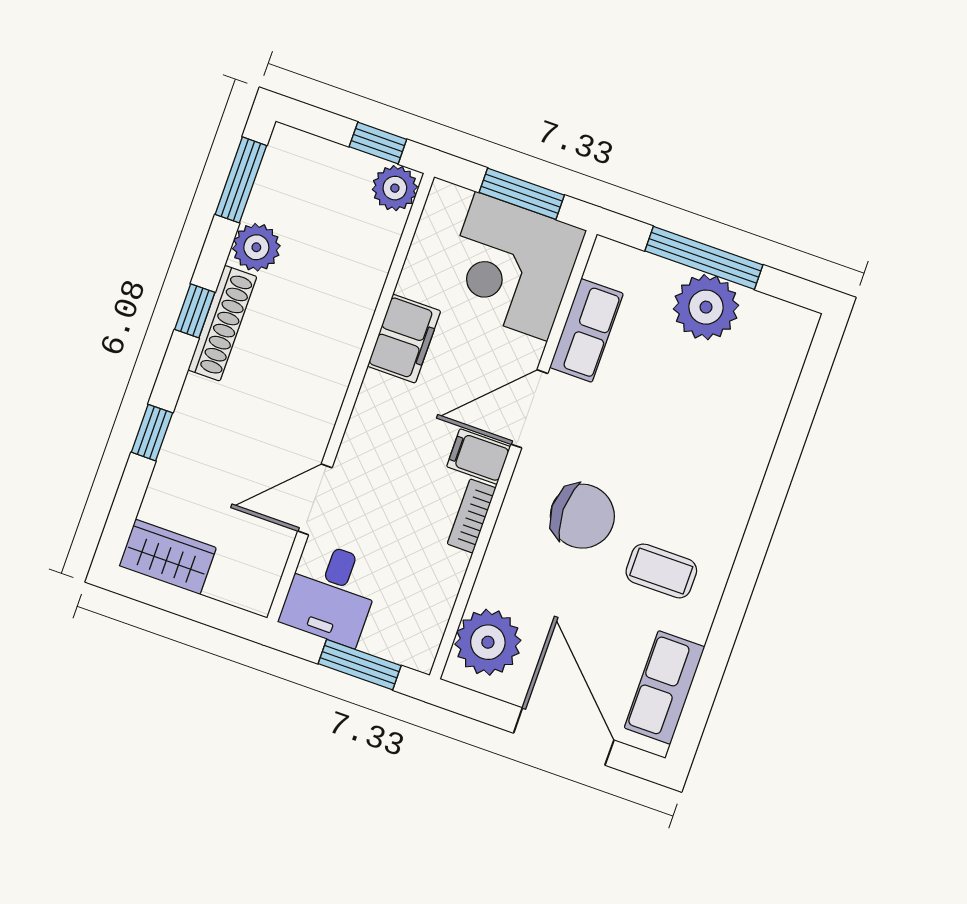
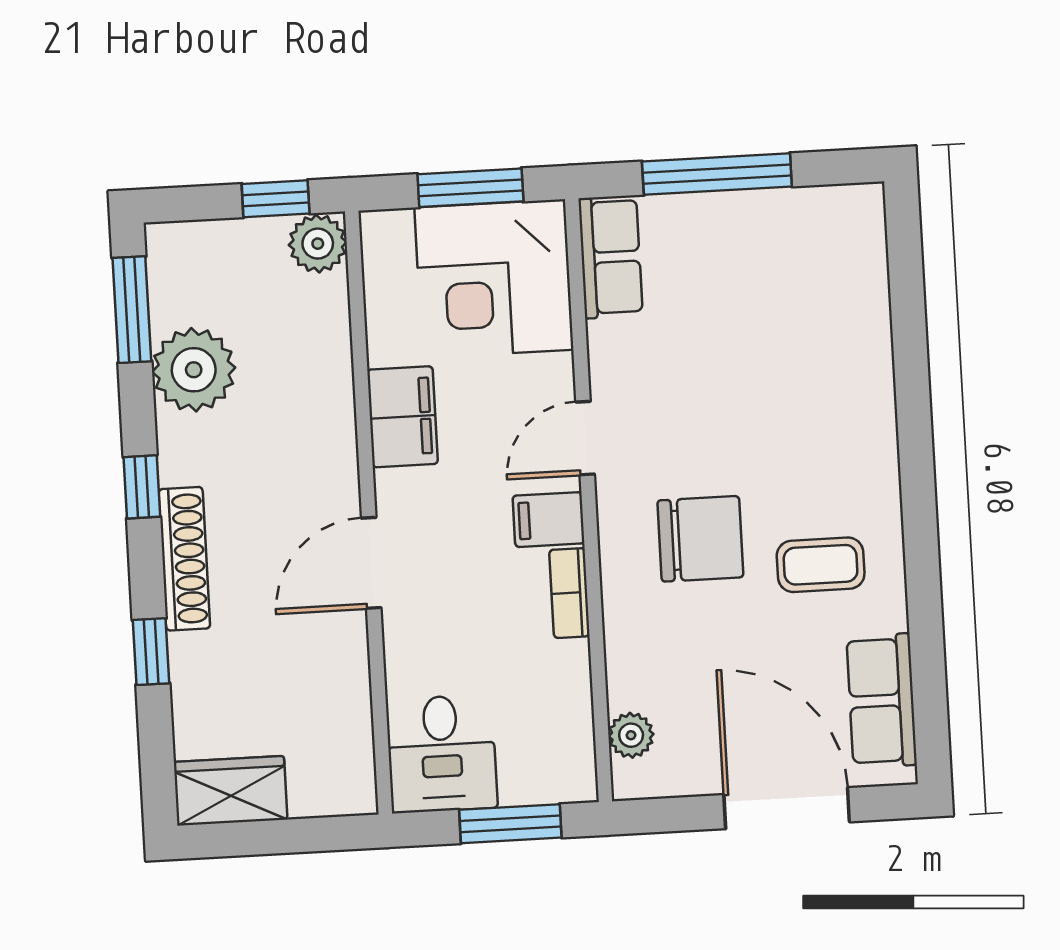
plant: (256, 247) -> (194, 370), width x1.36, depth x1.36
plant: (706, 307) -> (744, 231), removed
shoe rack: (222, 323) -> (184, 559), moved
row of seats: (586, 330) -> (611, 257), moved
door: (529, 409) -> (585, 438), width x0.73
door: (315, 499) -> (371, 563), moved
plant: (488, 642) -> (631, 735), width x0.53, depth x0.53

